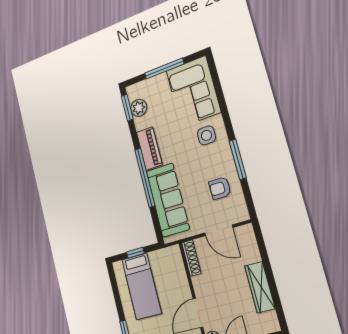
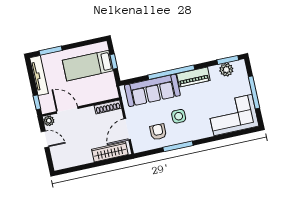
side table: (206, 135) -> (179, 116), moved
wardrobe: (260, 287) -> (110, 152), moved

